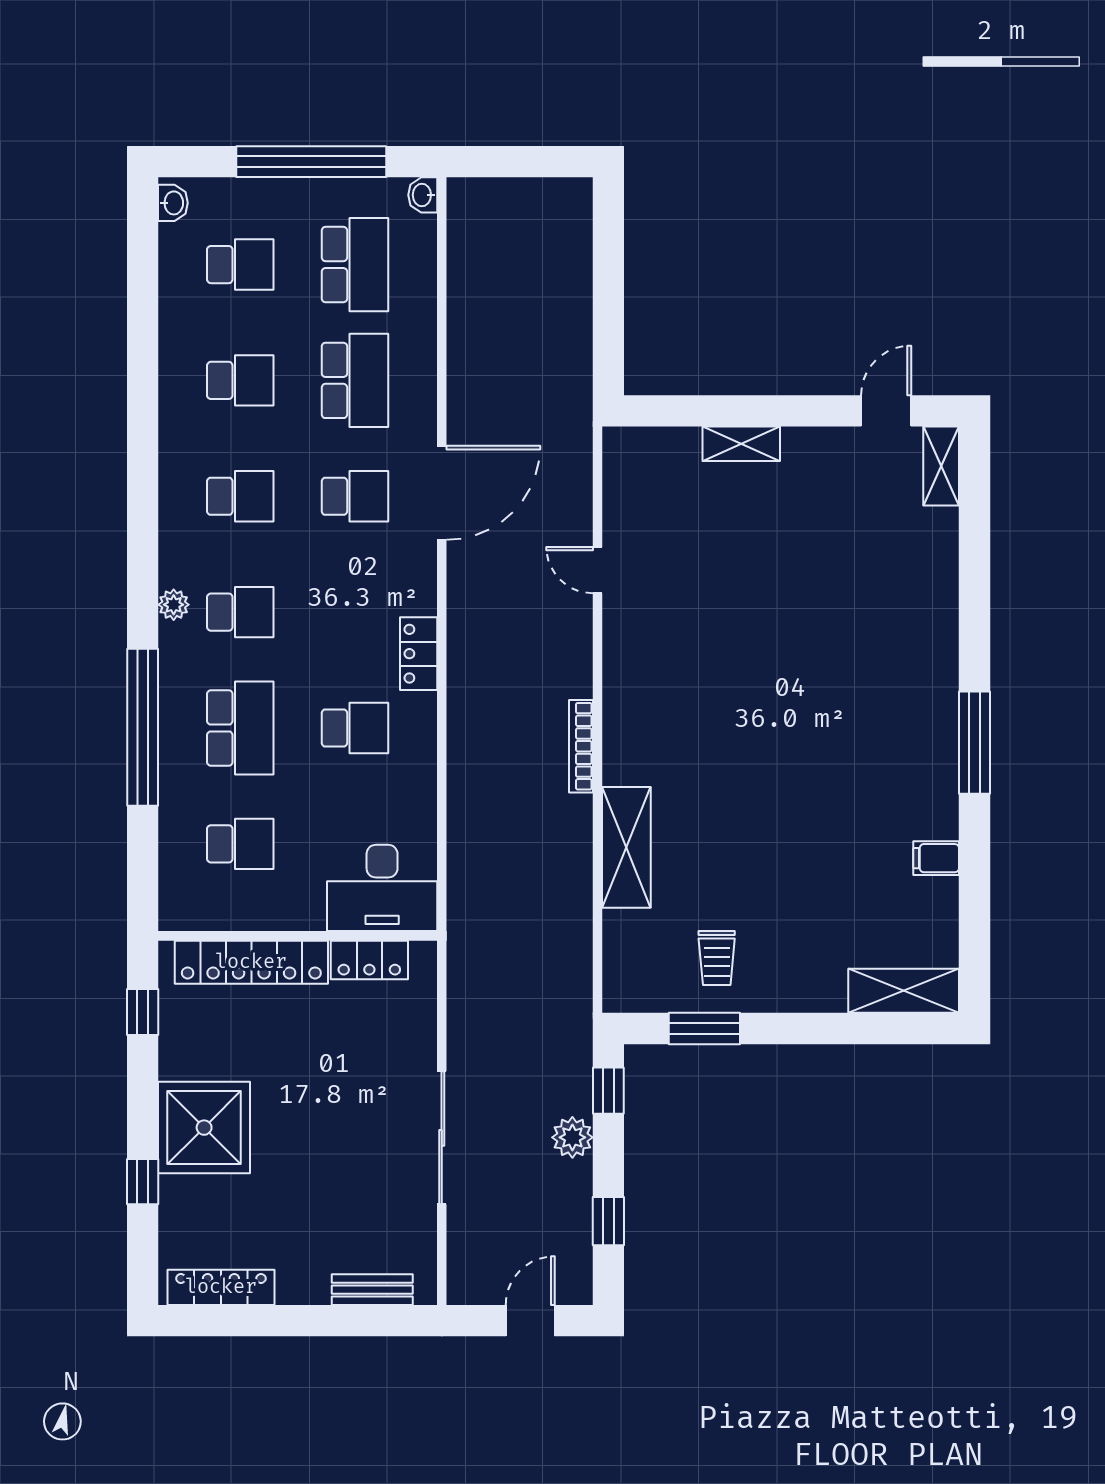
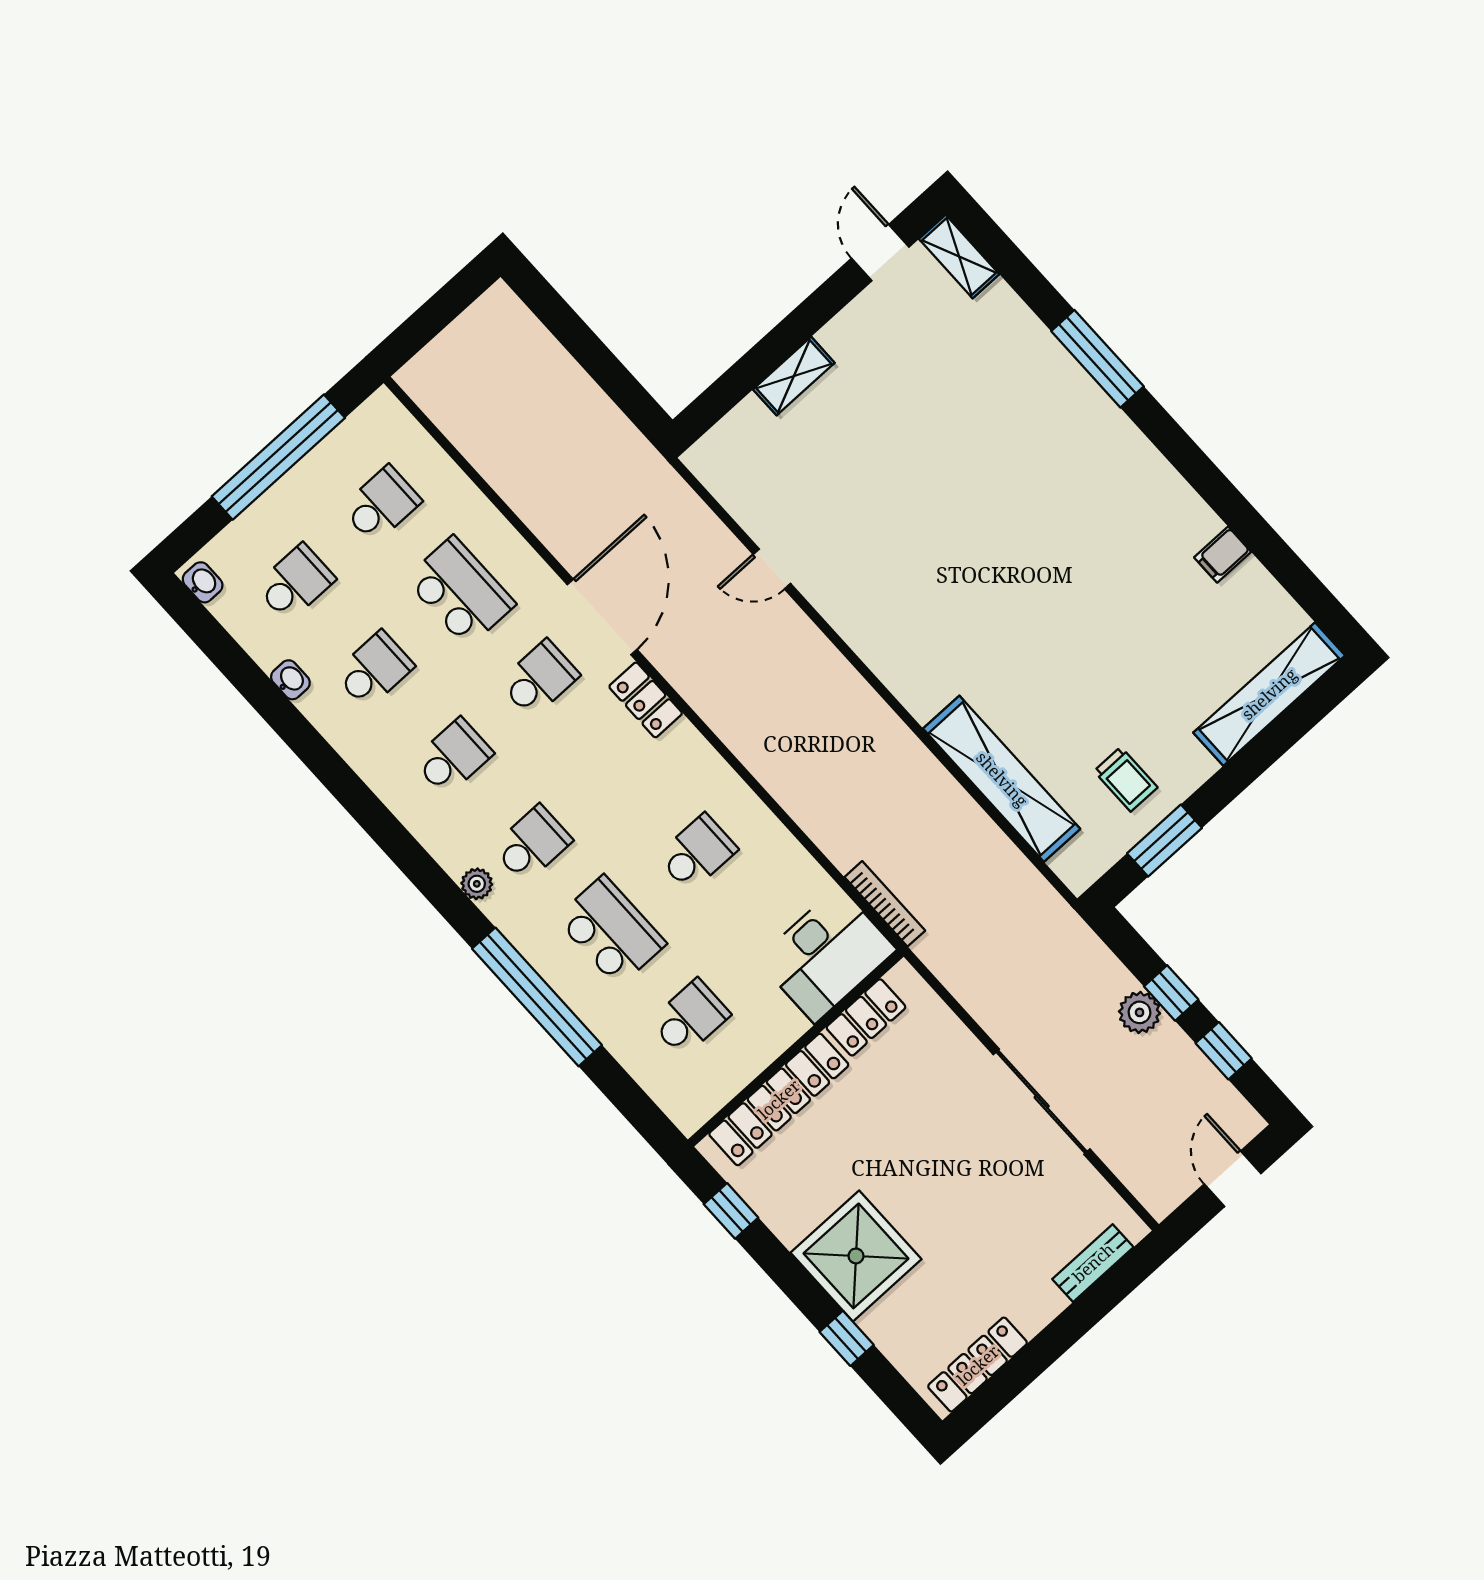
washbasin: (423, 195) -> (290, 680), moved, turned 180
school desk: (355, 265) -> (381, 505), width x0.54
locker: (419, 654) -> (646, 700), moved
window: (974, 743) -> (1097, 359), moved
bookcase: (581, 746) -> (885, 904), moved, turned 180
shelving: (626, 847) -> (1002, 779), width x1.47
shelving: (904, 991) -> (1269, 694), width x1.47
window: (608, 1091) -> (1171, 993), moved

